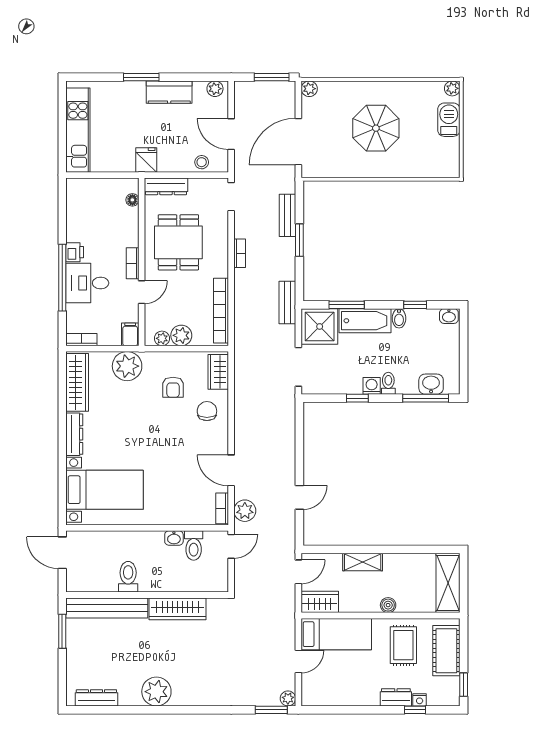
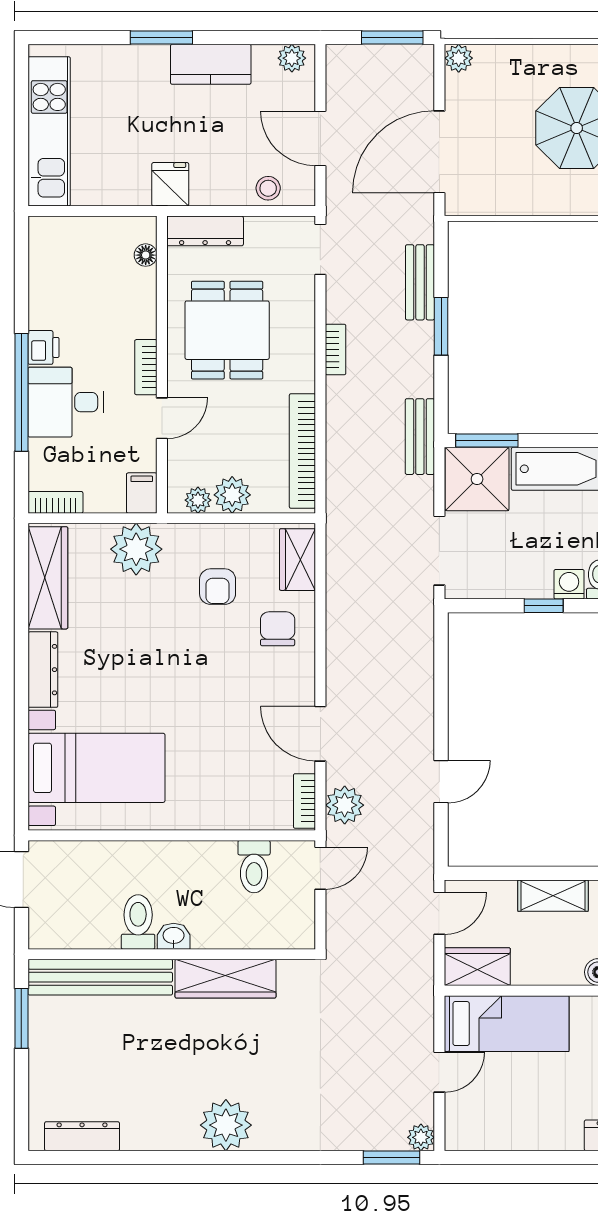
window: (347, 305) -> (487, 441), moved
washbasin: (174, 538) -> (174, 936), moved, turned 180
plant: (156, 692) -> (226, 1125), moved

